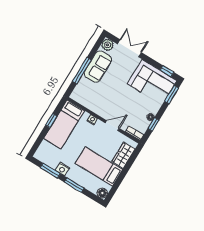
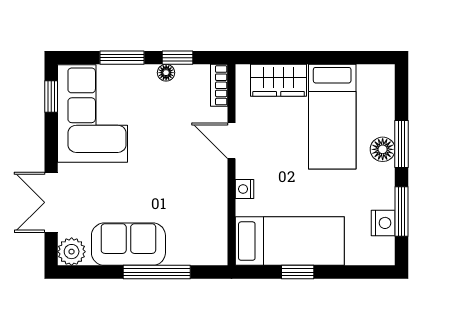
window: (172, 95) -> (122, 58), moved
nightstand: (62, 169) -> (383, 223), moved
floor lamp: (102, 193) -> (383, 149), moved

